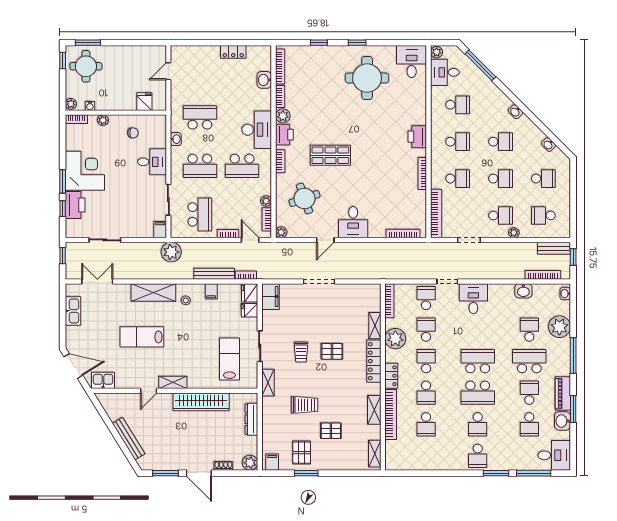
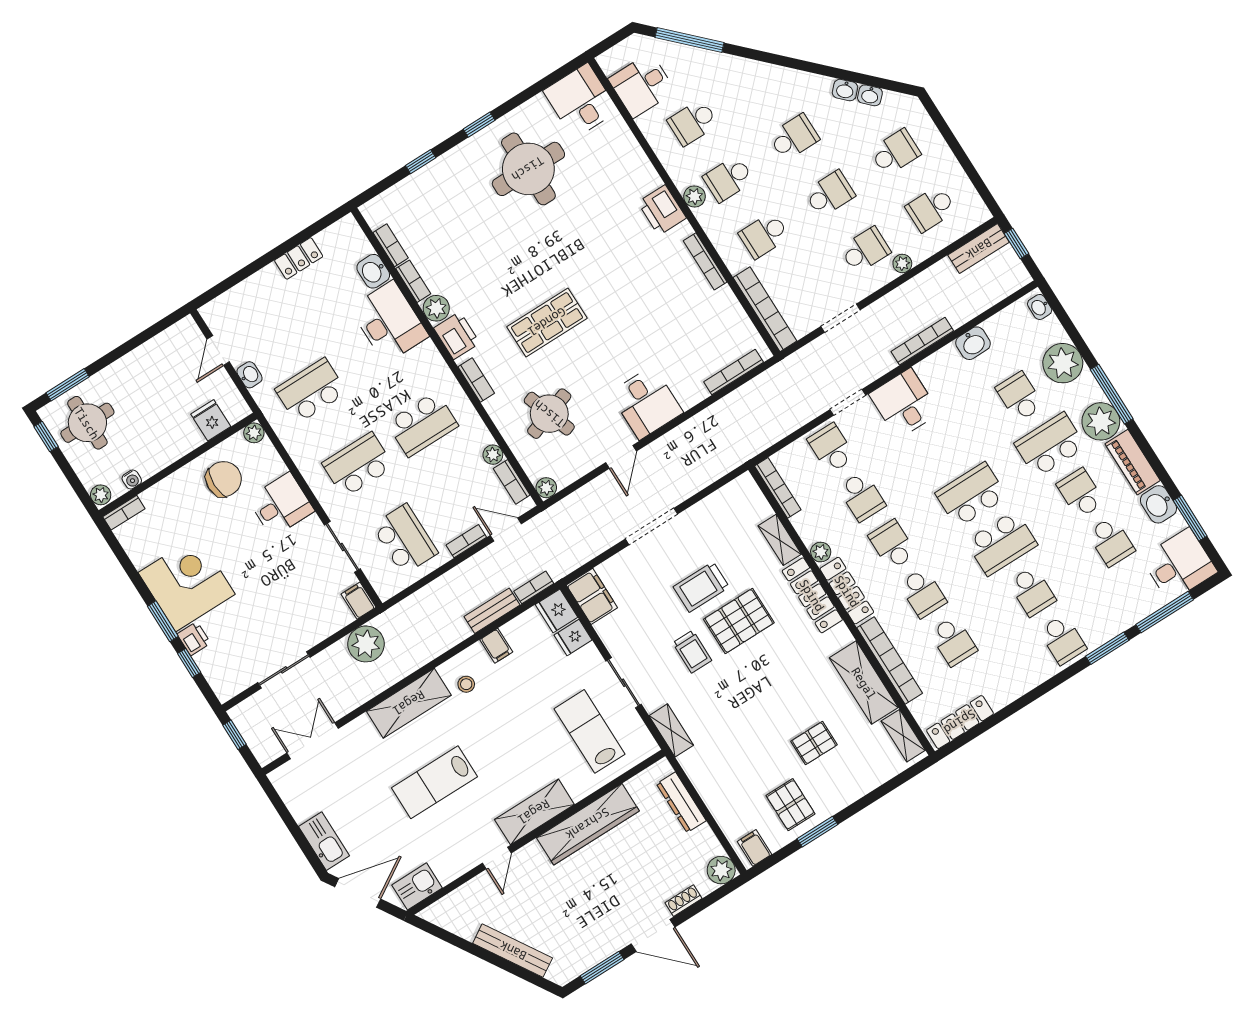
plant: (437, 52) -> (694, 196), moved
bookcase: (280, 67) -> (391, 245), width x0.64
school desk: (458, 105) -> (693, 122), turned 180
washbasin: (515, 112) -> (845, 90), moved
plant: (103, 120) -> (254, 433), moved
desk: (257, 130) -> (389, 322), moved
chair: (133, 133) -> (224, 479), width x1.87, depth x1.87
washbasin: (176, 139) -> (249, 375), moved
school desk: (458, 142) -> (728, 179), turned 180
school desk: (200, 166) -> (358, 465), turned 180
school desk: (458, 179) -> (764, 235), turned 180
printer: (75, 205) -> (194, 639), width x0.53, depth x0.68
plant: (171, 252) -> (366, 644), moved
bench: (214, 274) -> (492, 611), width x0.73
bookcase: (543, 275) -> (922, 341), moved
kitchen sink: (73, 311) -> (324, 841), moved
school desk: (426, 330) -> (862, 497), turned 180
plant: (395, 339) -> (821, 552), width x0.53, depth x0.53
pallet: (332, 351) -> (739, 621), width x1.50, depth x1.42
plant: (560, 365) -> (1101, 421), added
locker: (391, 376) -> (847, 591), width x1.53
shelving: (173, 382) -> (534, 812), width x1.50, depth x1.33
trolley: (305, 405) -> (701, 587), moved, turned 180
window: (573, 409) -> (1190, 518), moved
shelving: (374, 410) -> (864, 683), width x1.50, depth x1.33
locker: (405, 464) -> (960, 722), added

